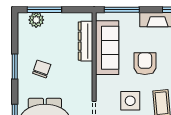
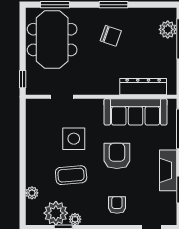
armchair: (145, 64) -> (117, 156), turned -90

